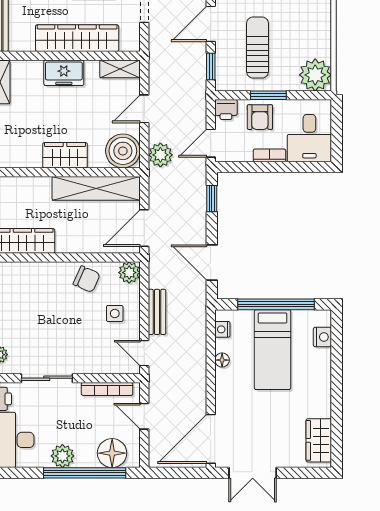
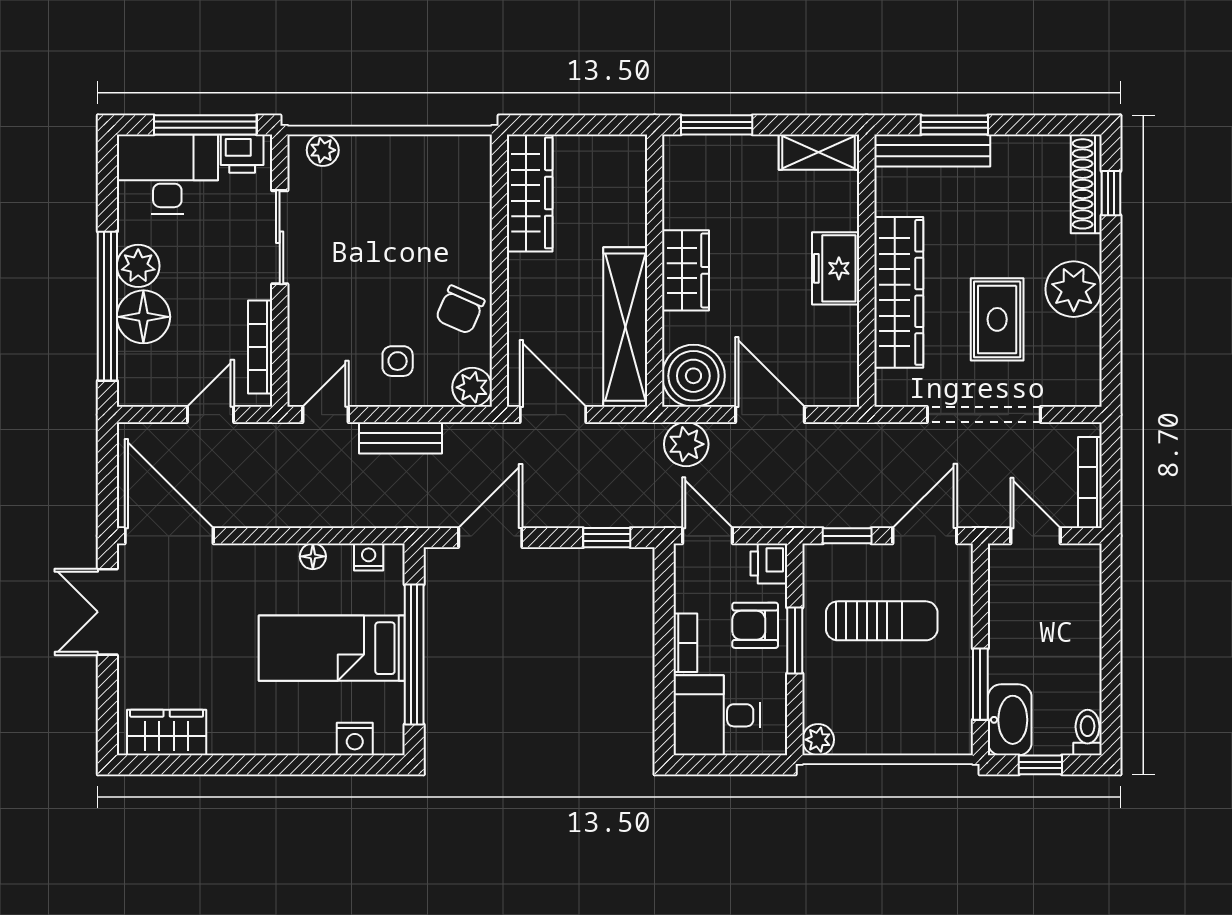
door: (211, 24) -> (925, 536), hinge flipped
shelving: (120, 69) -> (843, 370), removed
plant: (315, 75) -> (818, 740), width x0.53, depth x0.53
door: (144, 109) -> (770, 415), width x1.38
floor lamp: (112, 453) -> (143, 317), moved

